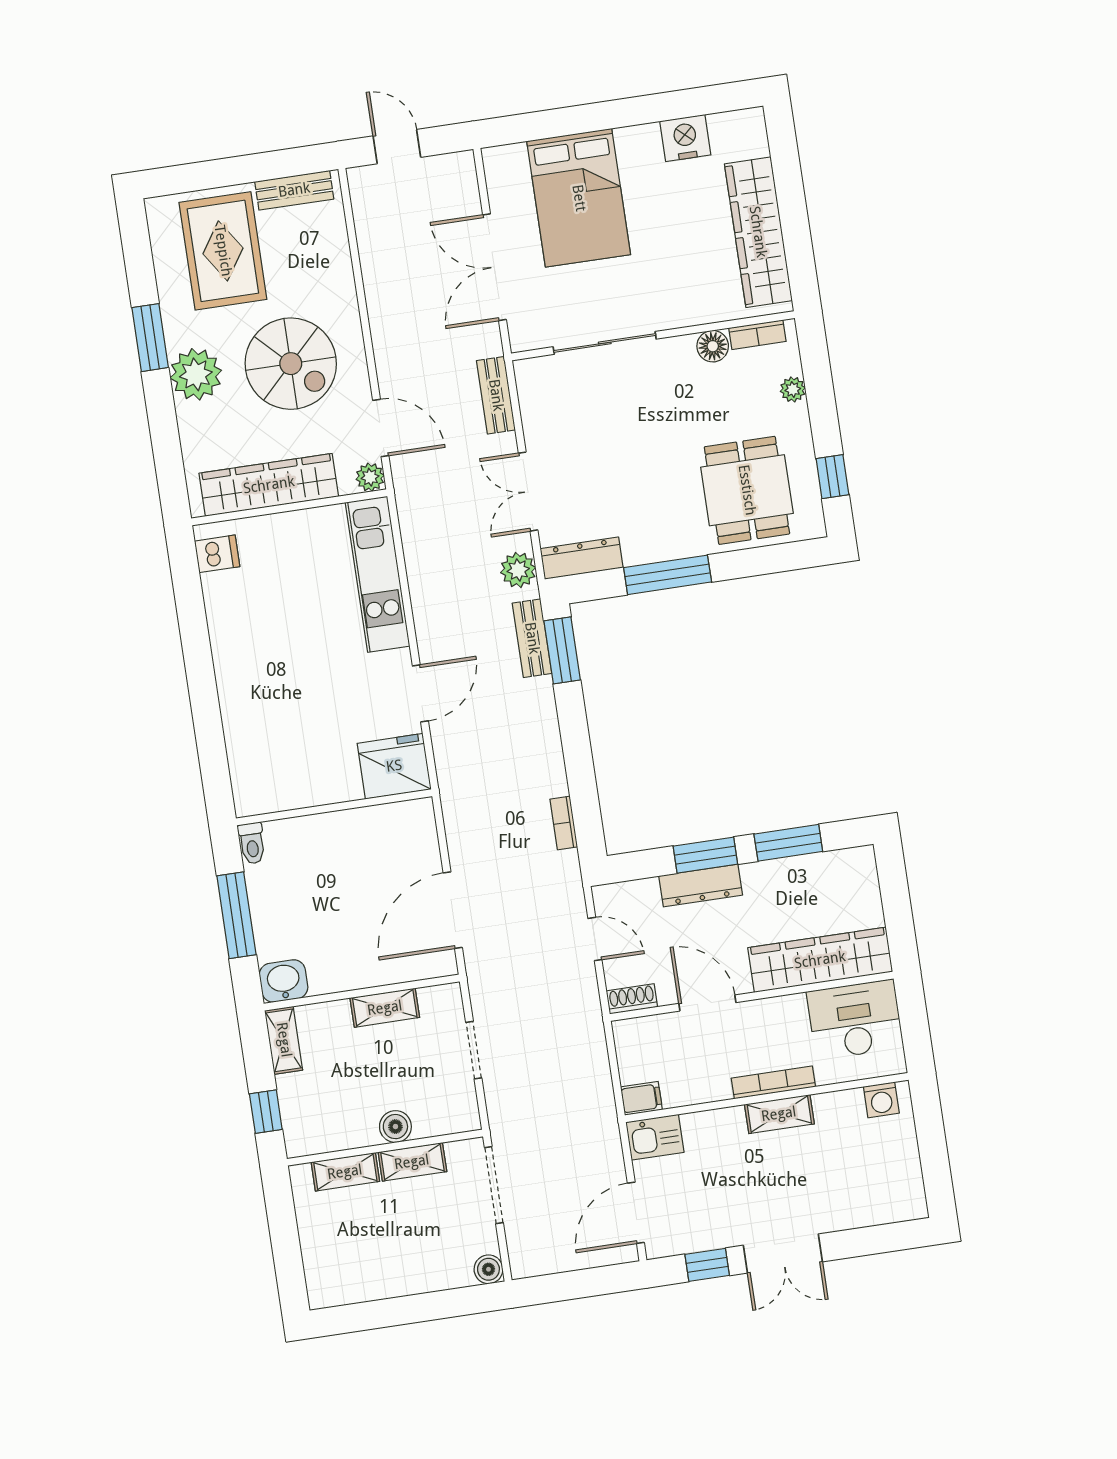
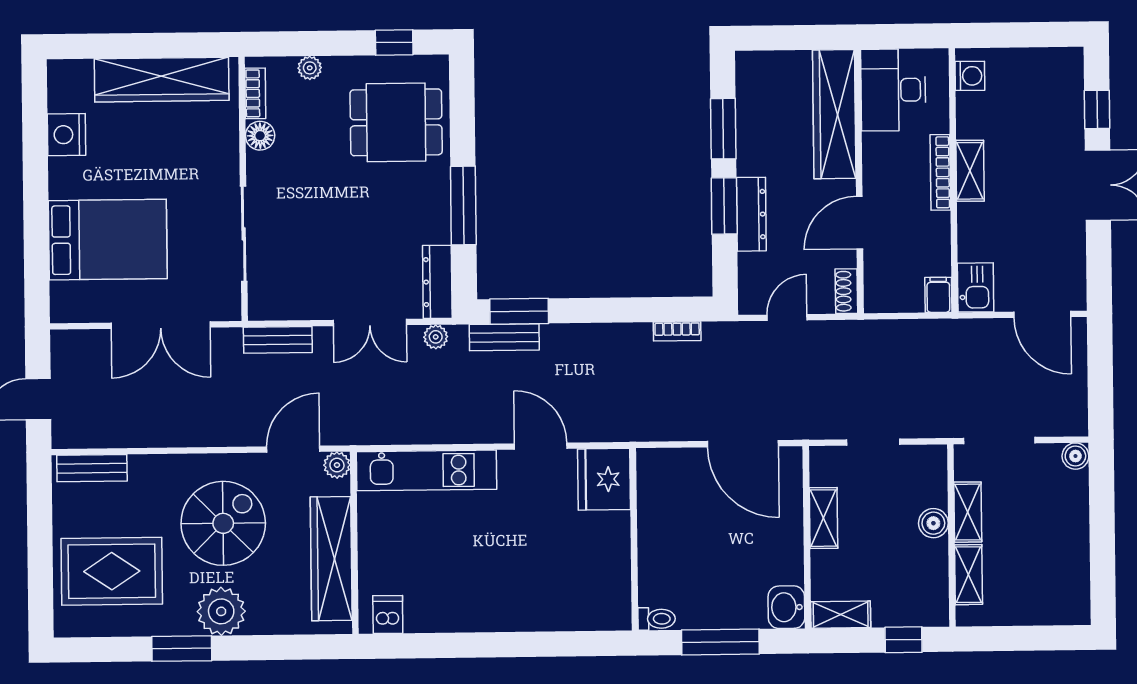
bench: (294, 190) -> (92, 468), moved, turned 90
plant: (518, 570) -> (436, 337), width x0.73, depth x0.73
window: (707, 1265) -> (1097, 109), moved

